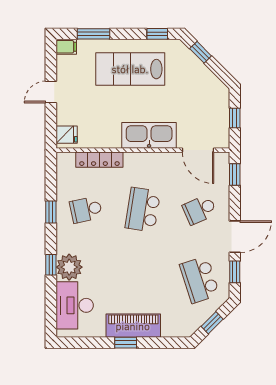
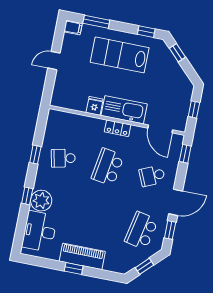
fridge: (67, 135) -> (95, 106), moved, turned -90
locker: (99, 160) -> (118, 128), moved, width x0.66
school desk: (200, 280) -> (141, 231), turned 30

